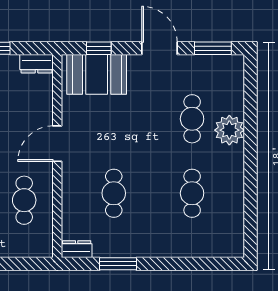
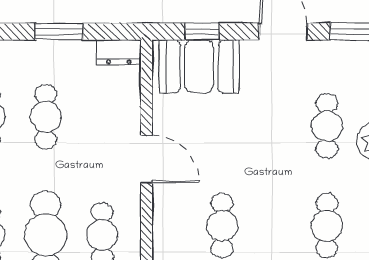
door: (57, 144) -> (147, 159), swing flipped

